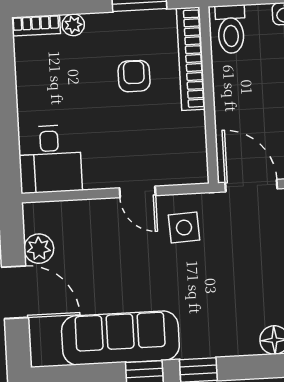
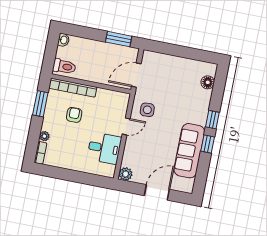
armchair: (134, 76) -> (74, 115), turned 90
desk: (50, 159) -> (104, 148), moved
plant: (39, 249) -> (126, 174), moved

